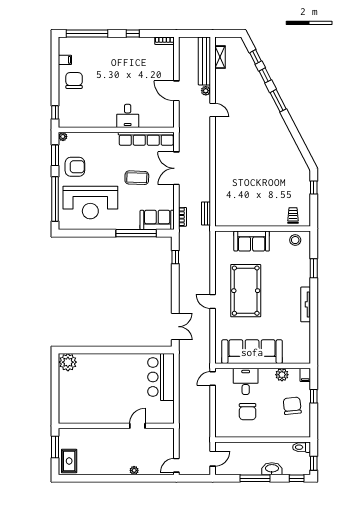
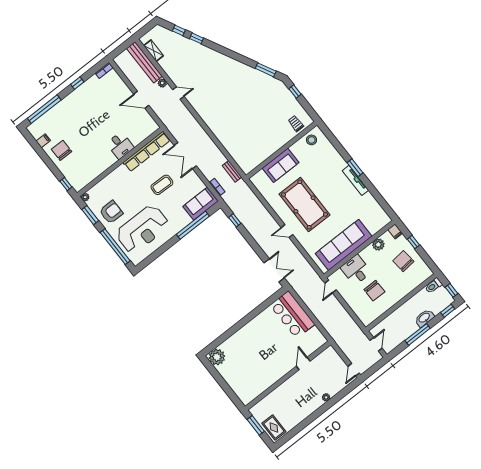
window: (278, 101) -> (266, 70), moved
window: (314, 268) -> (355, 168), moved

